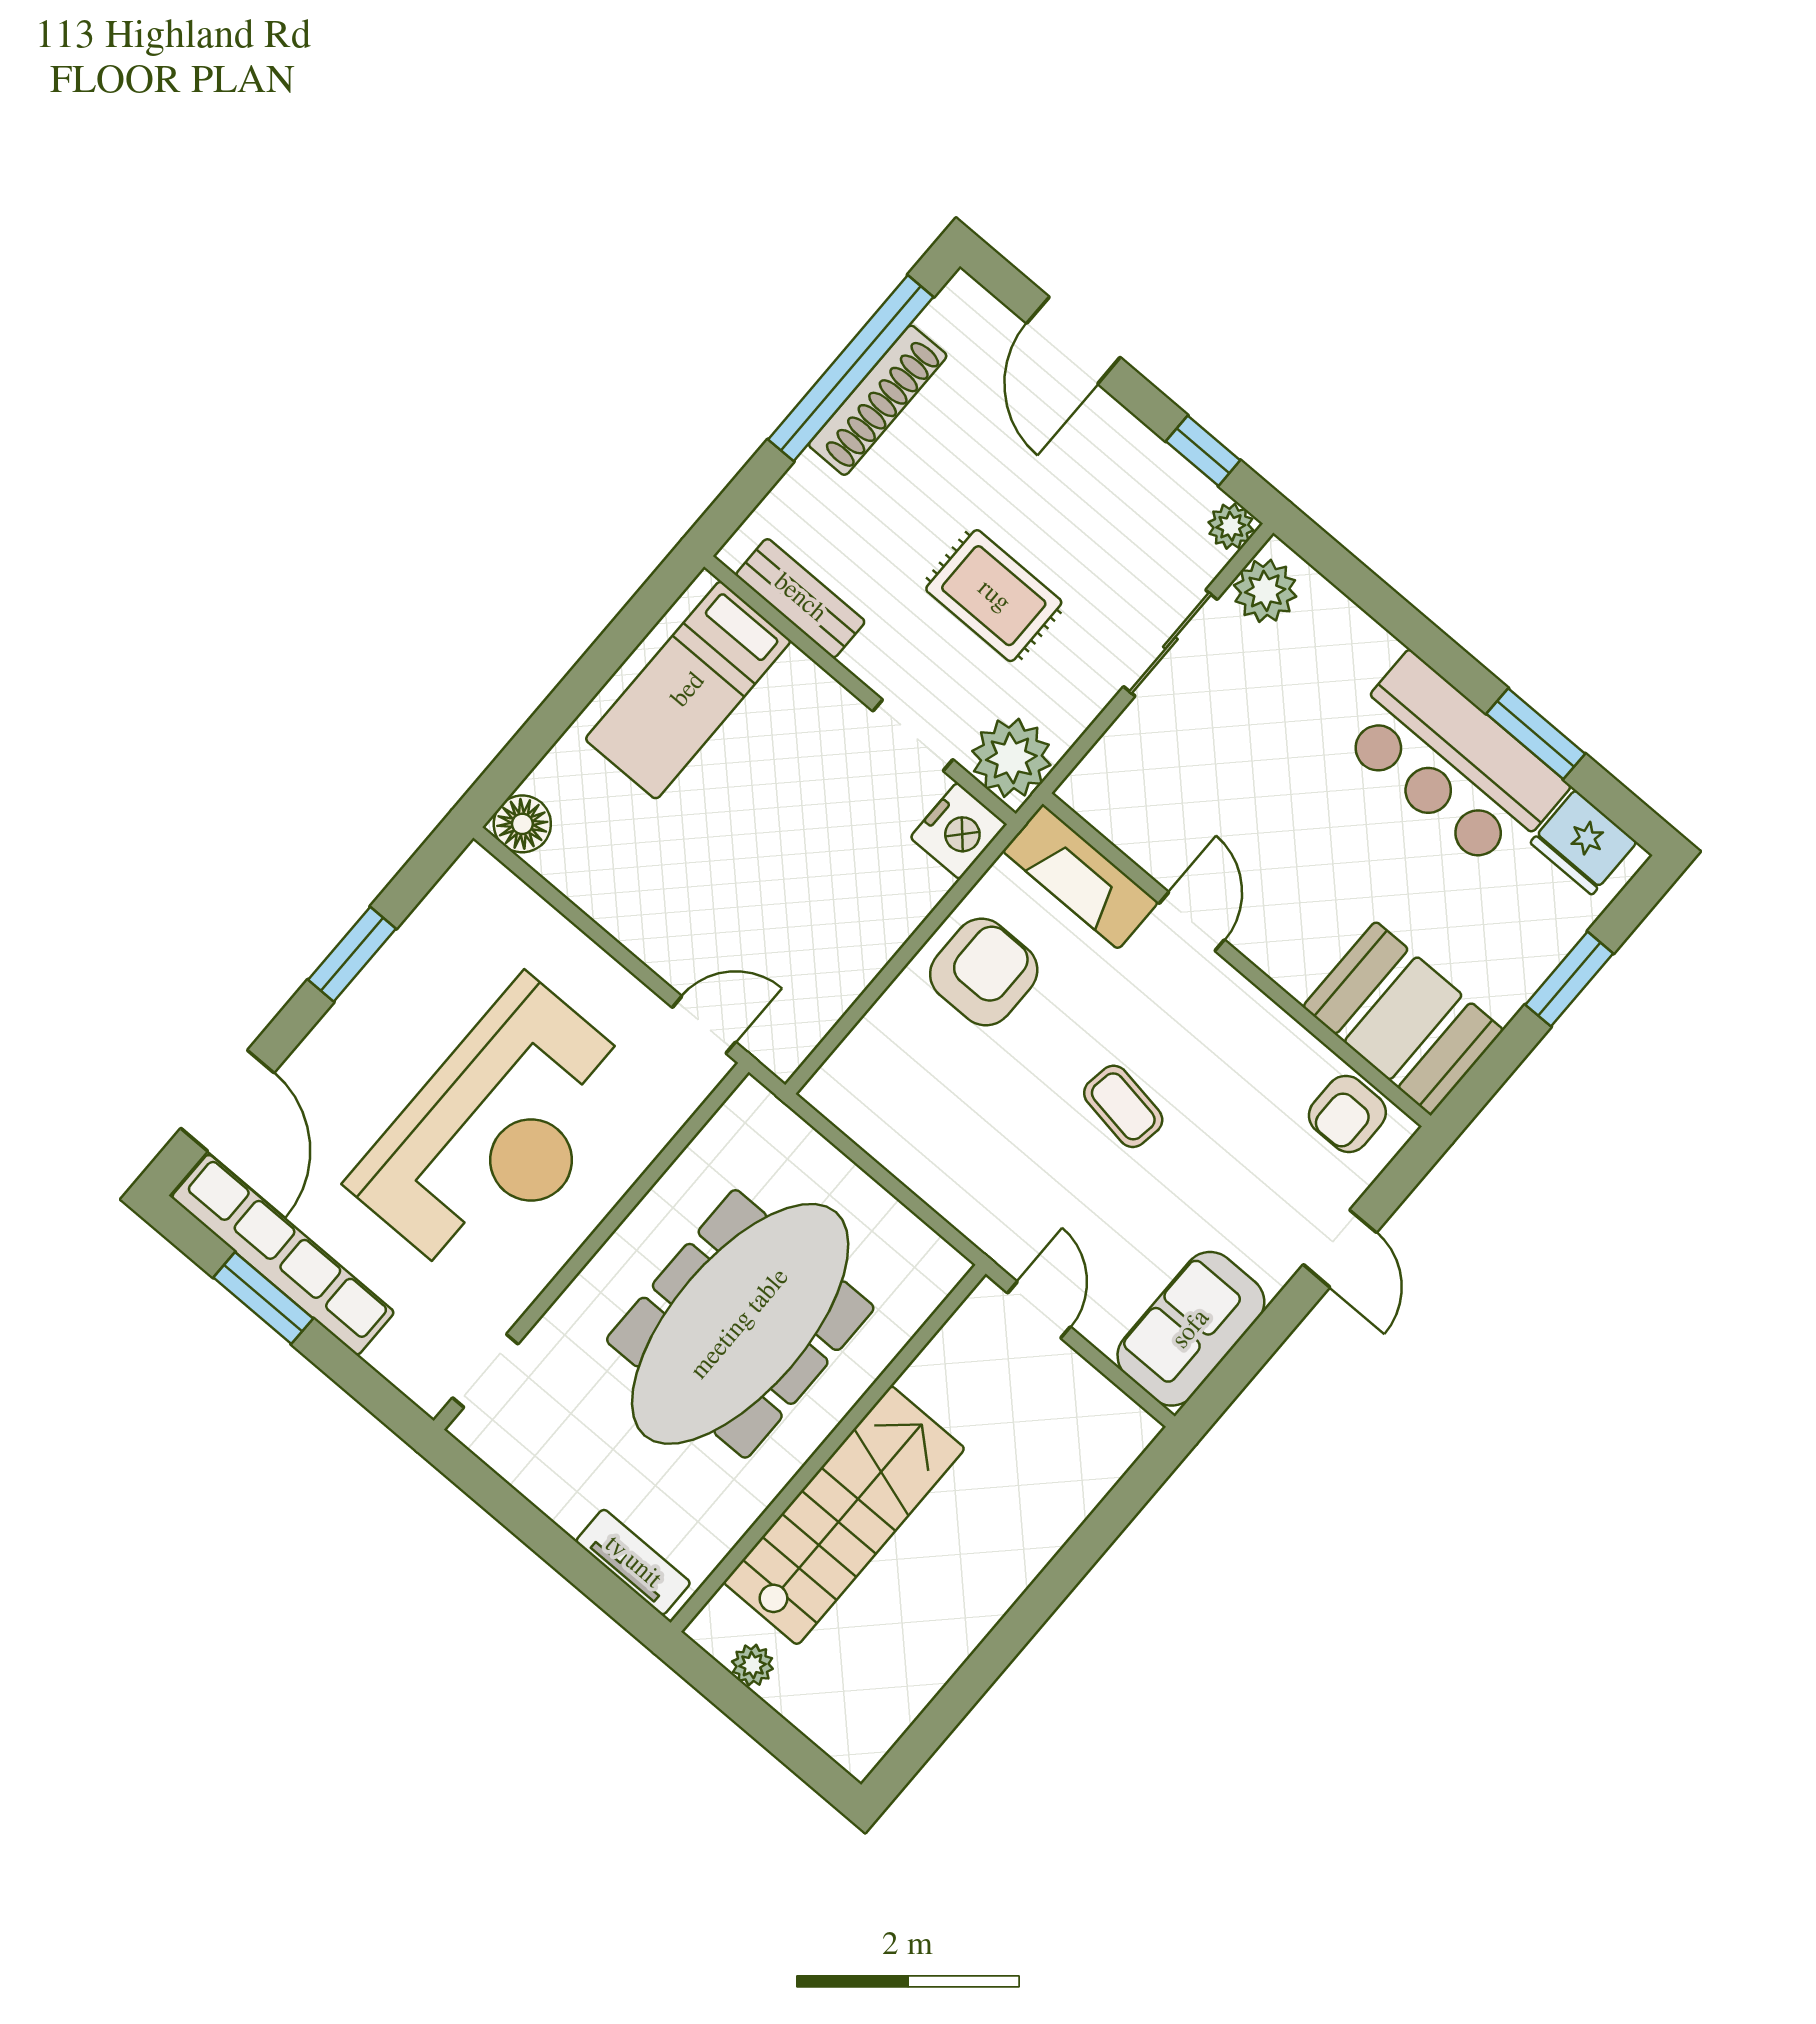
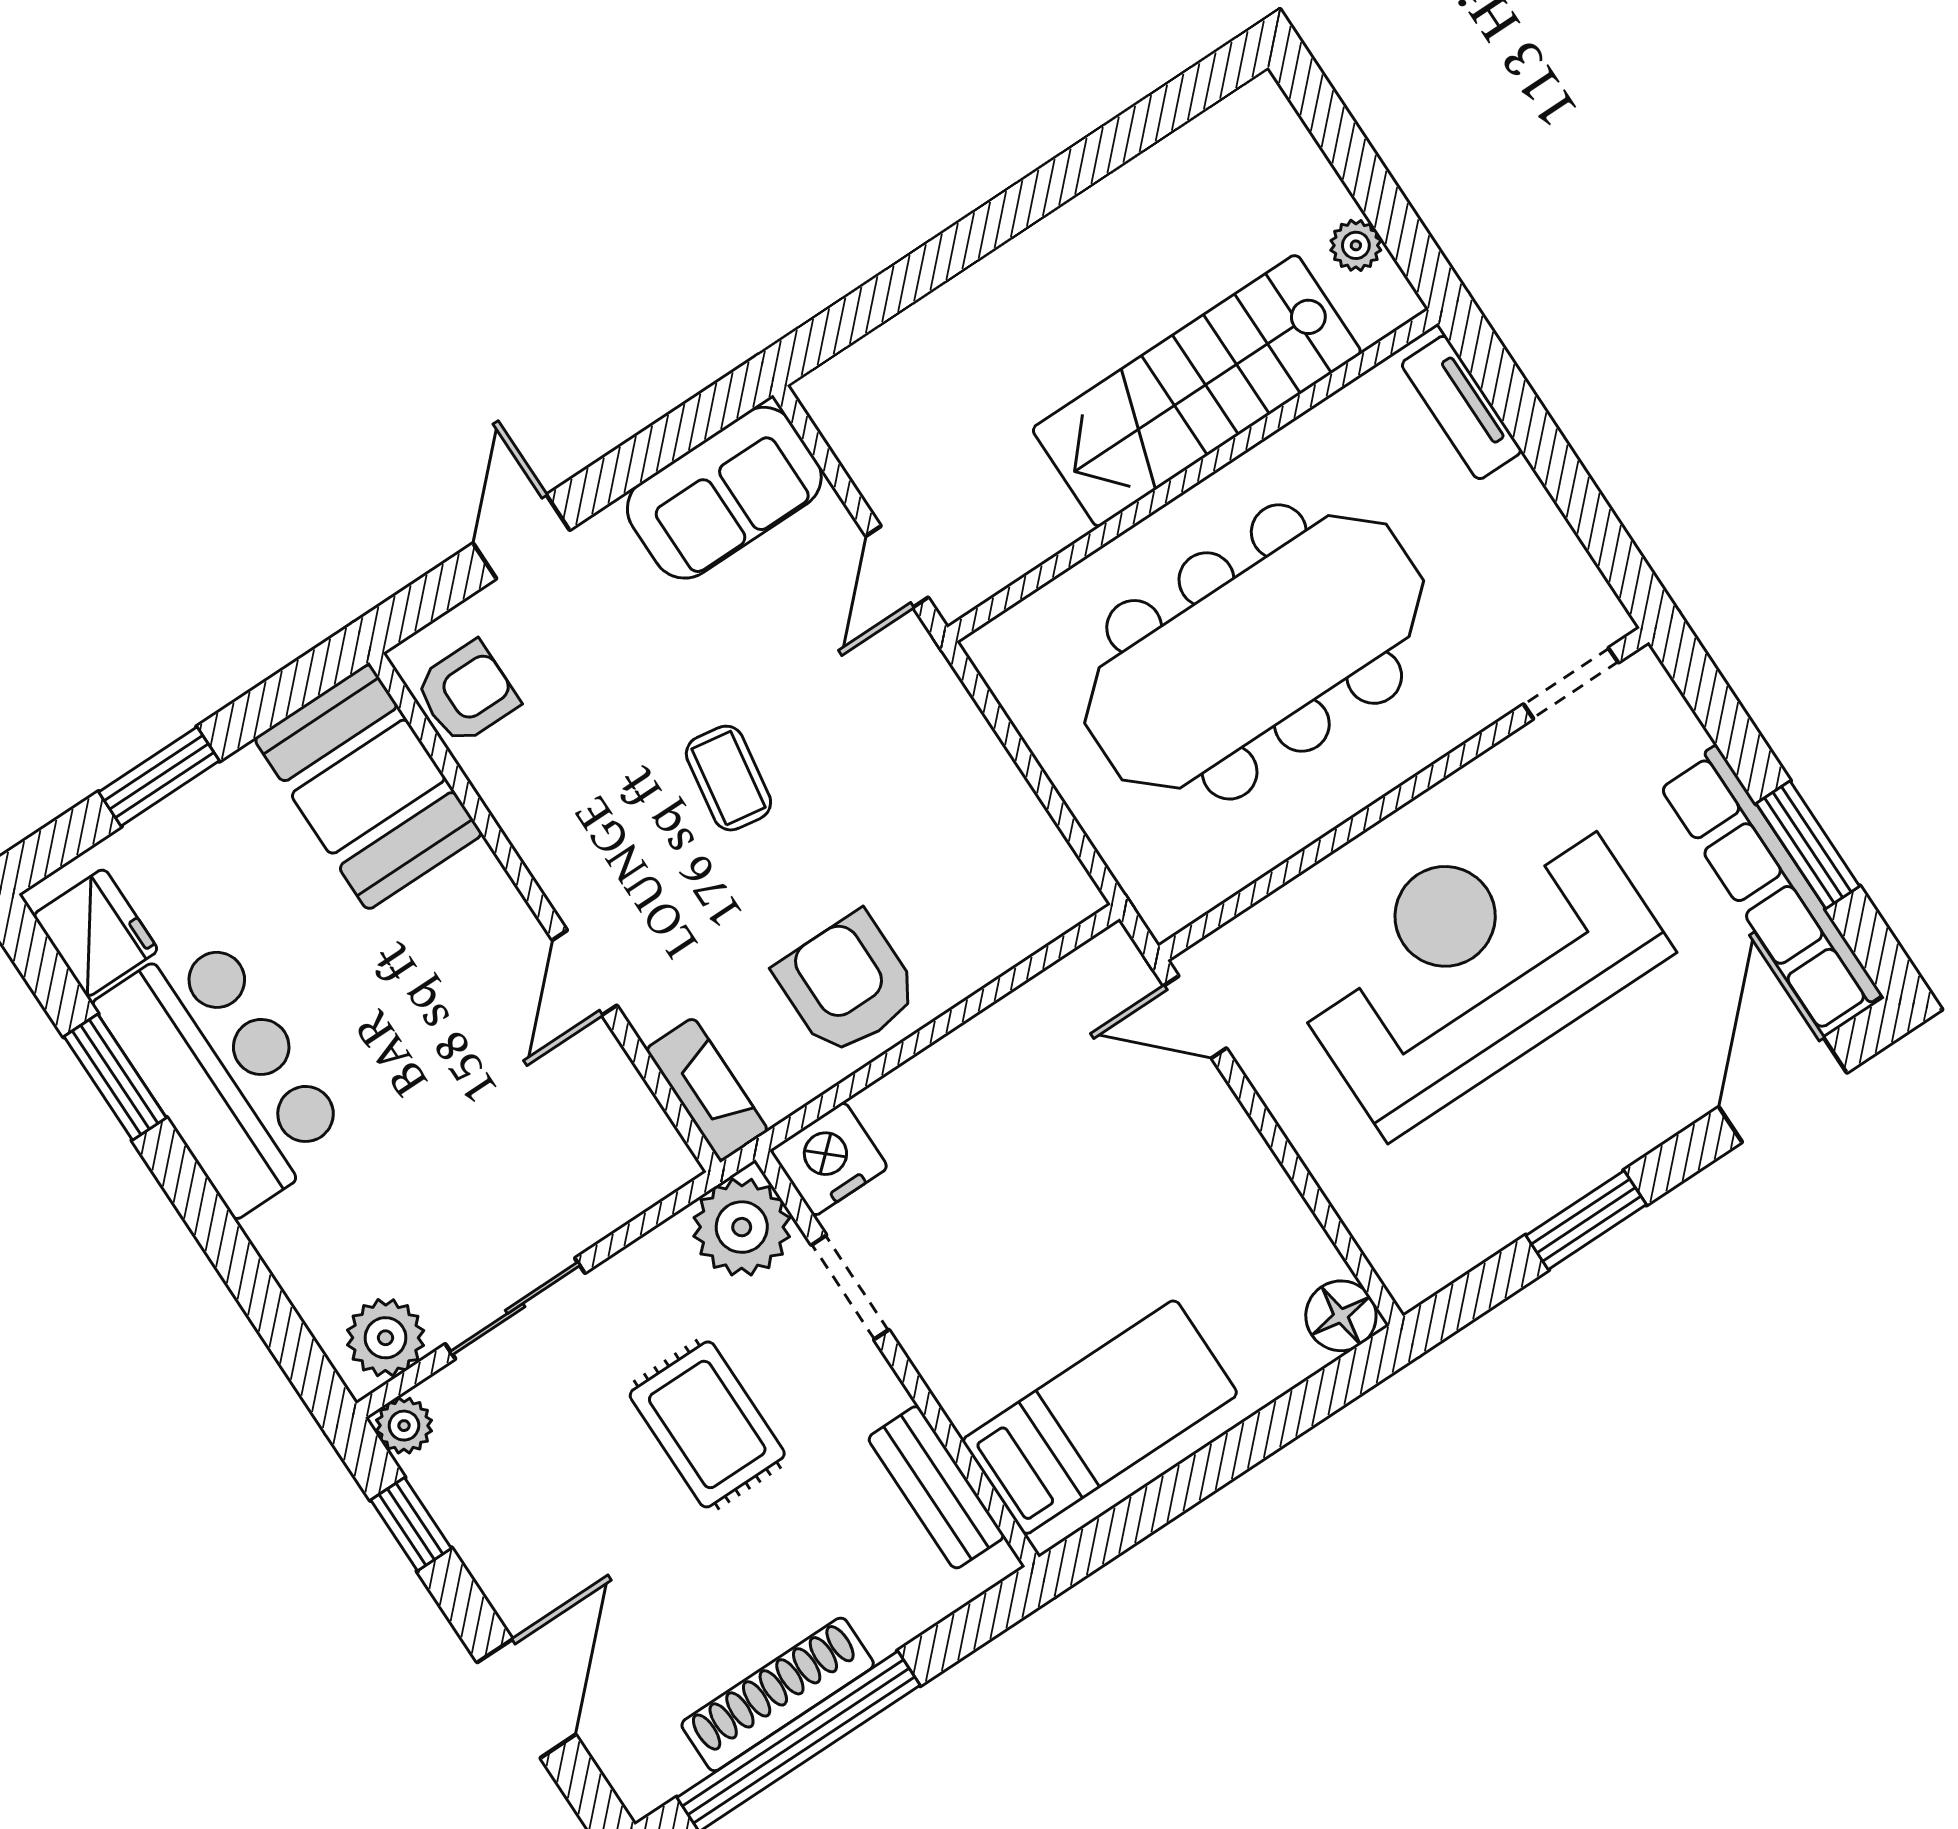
fireplace: (1080, 877) -> (707, 1090), width x0.73, depth x0.76
armchair: (984, 972) -> (847, 984), turned 90

